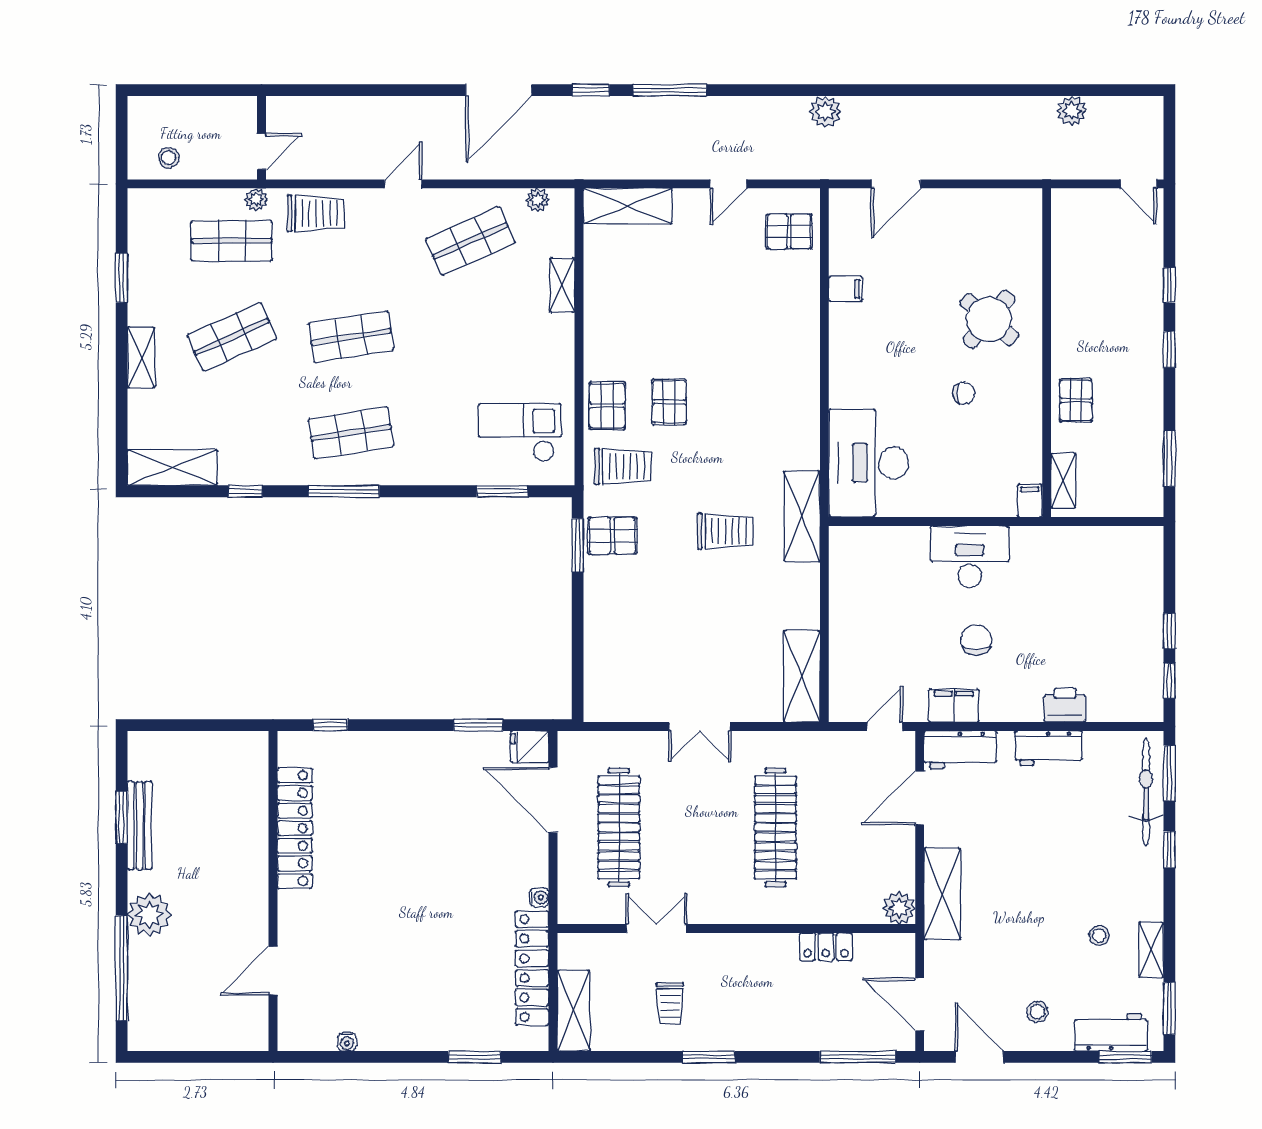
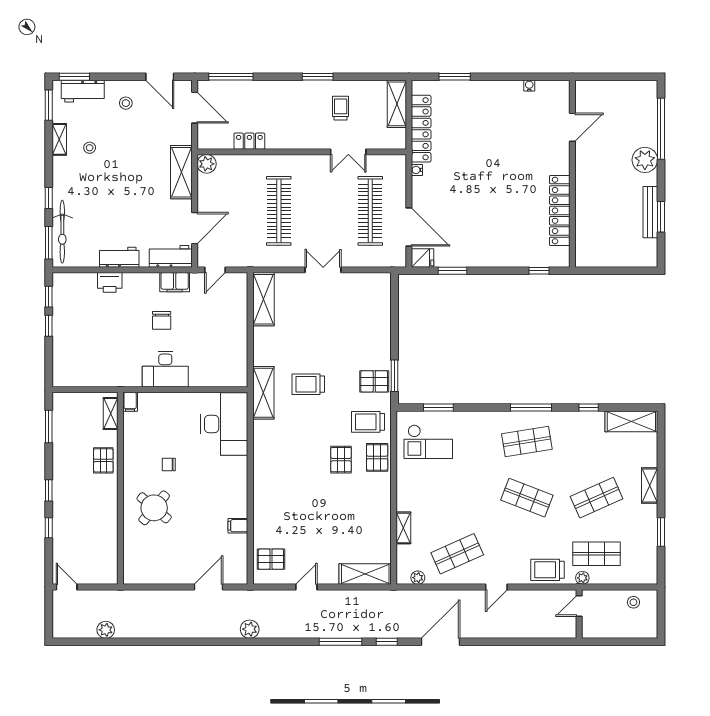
shop shelf: (351, 337) -> (527, 498), turned 30

